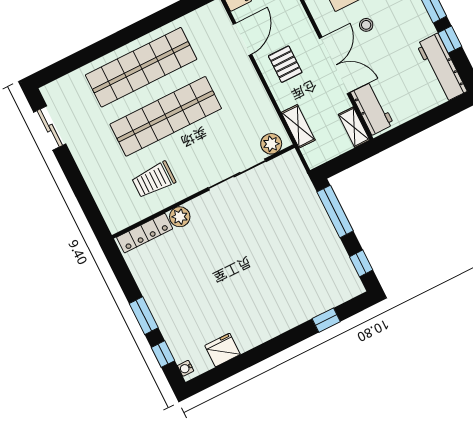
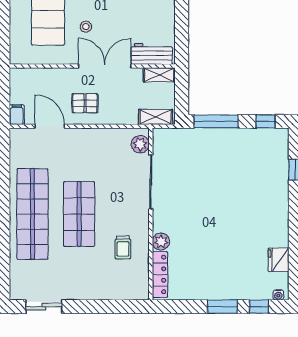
shop shelf: (166, 116) -> (79, 214), width x0.71
shelving: (298, 126) -> (156, 117), moved
trolley: (154, 180) -> (123, 247), width x0.73, depth x0.72

